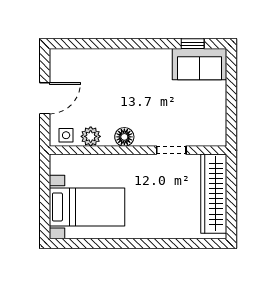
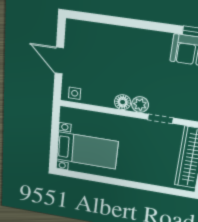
door: (45, 98) -> (59, 61), swing flipped
plant: (91, 136) -> (140, 105), moved

